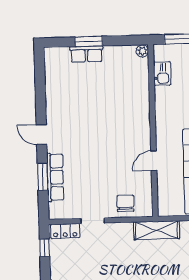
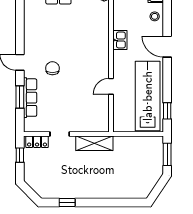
kitchen sink: (162, 74) -> (120, 40), moved
chair: (125, 203) -> (52, 68), moved
shelving: (157, 230) -> (94, 143), moved

